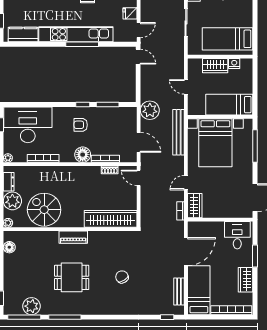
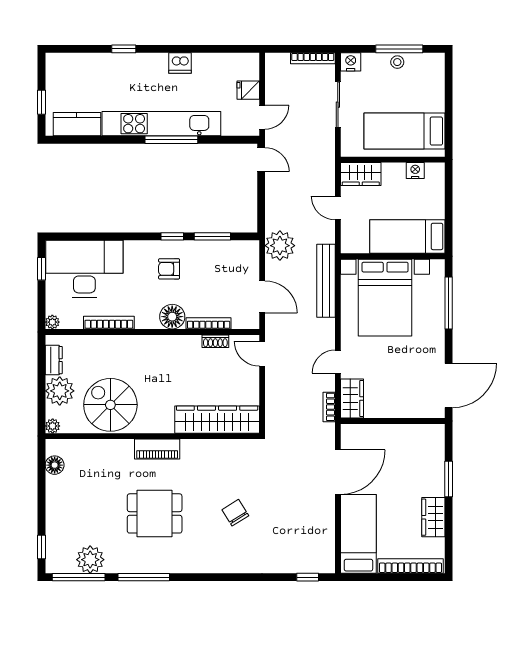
wardrobe: (215, 66) -> (361, 174), moved
desk: (237, 235) -> (420, 446), removed
bench: (179, 292) -> (327, 536), removed

